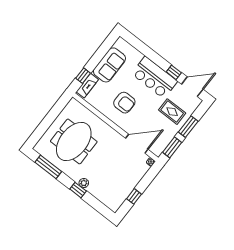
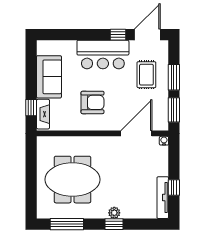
rug: (172, 112) -> (146, 75), turned 90
meeting table: (74, 141) -> (72, 180), turned 90
tv unit: (122, 197) -> (163, 198), added

